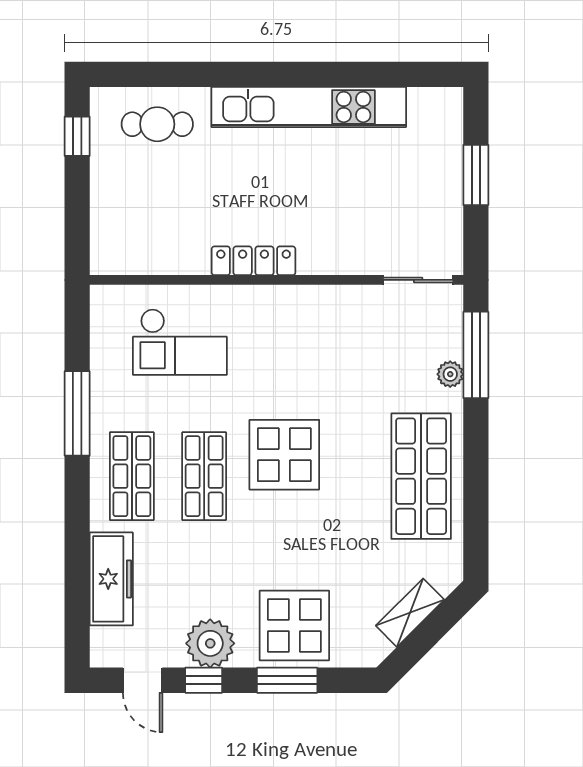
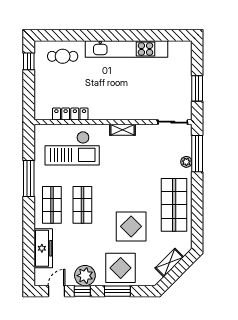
window: (476, 175) -> (197, 88), moved
locker: (254, 261) -> (70, 114), moved
shelving: (299, 298) -> (123, 130), added
checkout: (180, 342) -> (72, 148), width x1.36, depth x1.21
display table: (284, 455) -> (131, 226), moved
door: (143, 680) -> (56, 291), swing flipped

